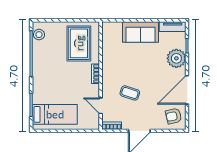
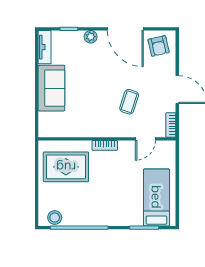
plant: (176, 58) -> (91, 37), width x0.53, depth x0.53

